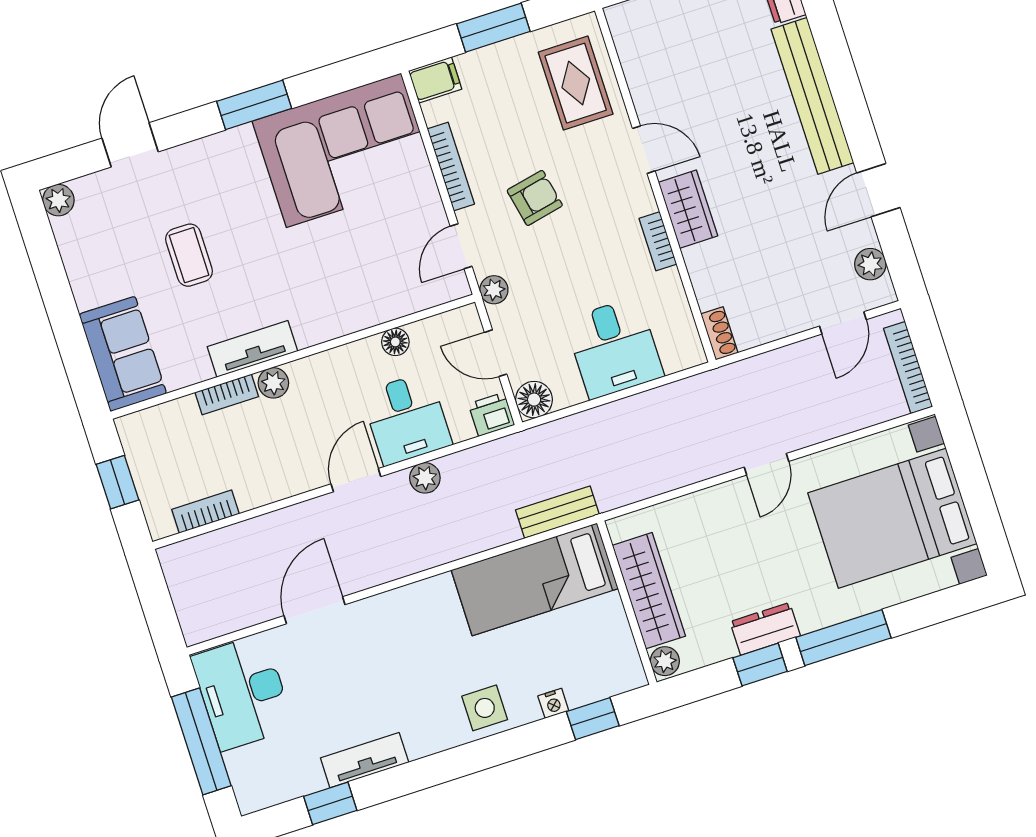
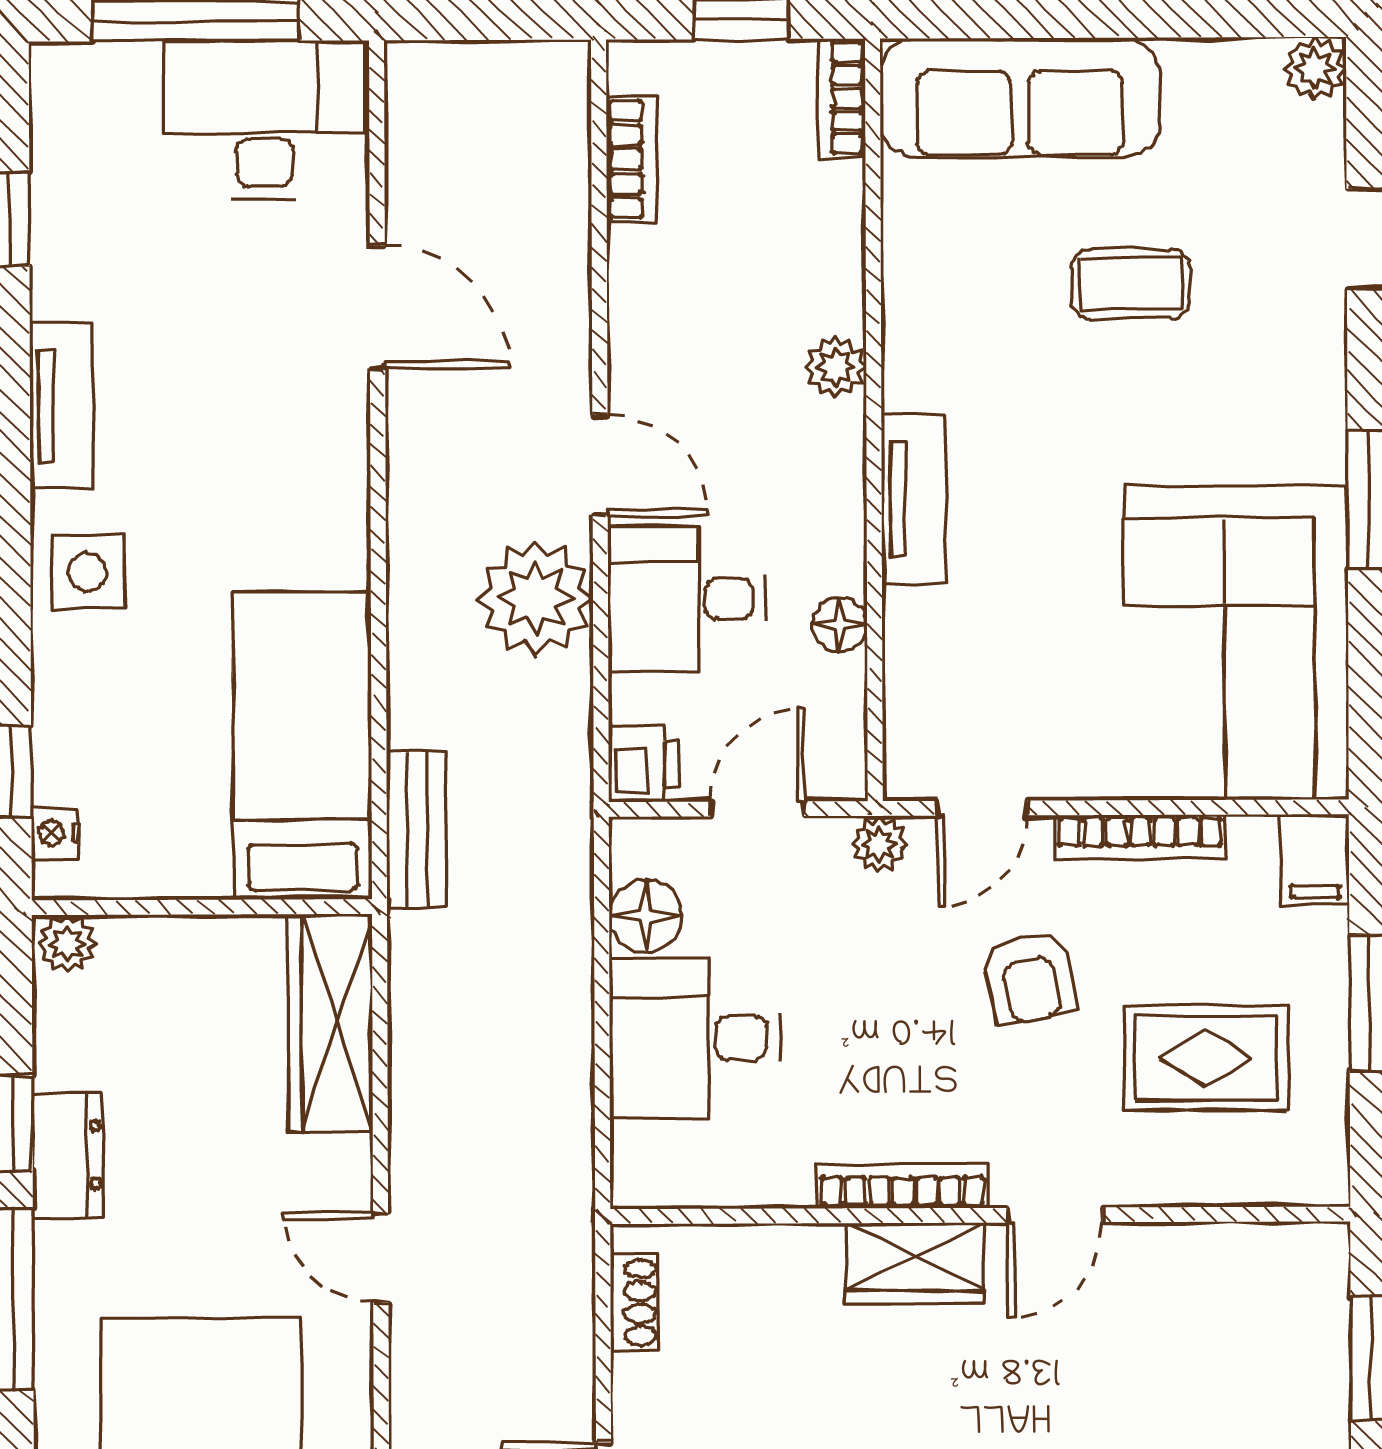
rug: (576, 83) -> (1206, 1058), moved
bookcase: (658, 241) -> (903, 1186), width x1.56
door: (461, 246) -> (982, 808), swing flipped
shoe rack: (719, 333) -> (634, 1302), moved, turned -90
tv unit: (252, 349) -> (914, 499), moved
sofa: (123, 354) -> (1020, 97), width x1.36
bookcase: (227, 394) -> (841, 98), moved
floor lamp: (534, 400) -> (646, 916), moved
plant: (425, 478) -> (536, 598), width x1.88, depth x1.88
wardrobe: (649, 591) -> (330, 1023), moved, turned 90
nightstand: (553, 703) -> (55, 833), moved
tv unit: (365, 760) -> (61, 406), moved

